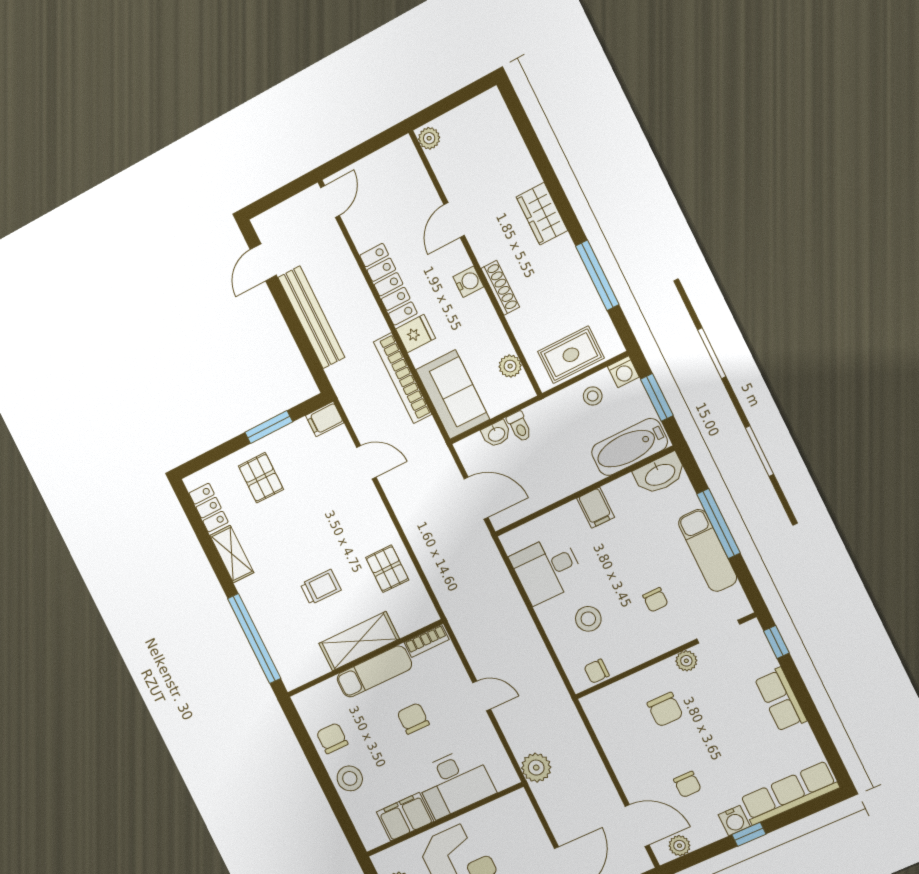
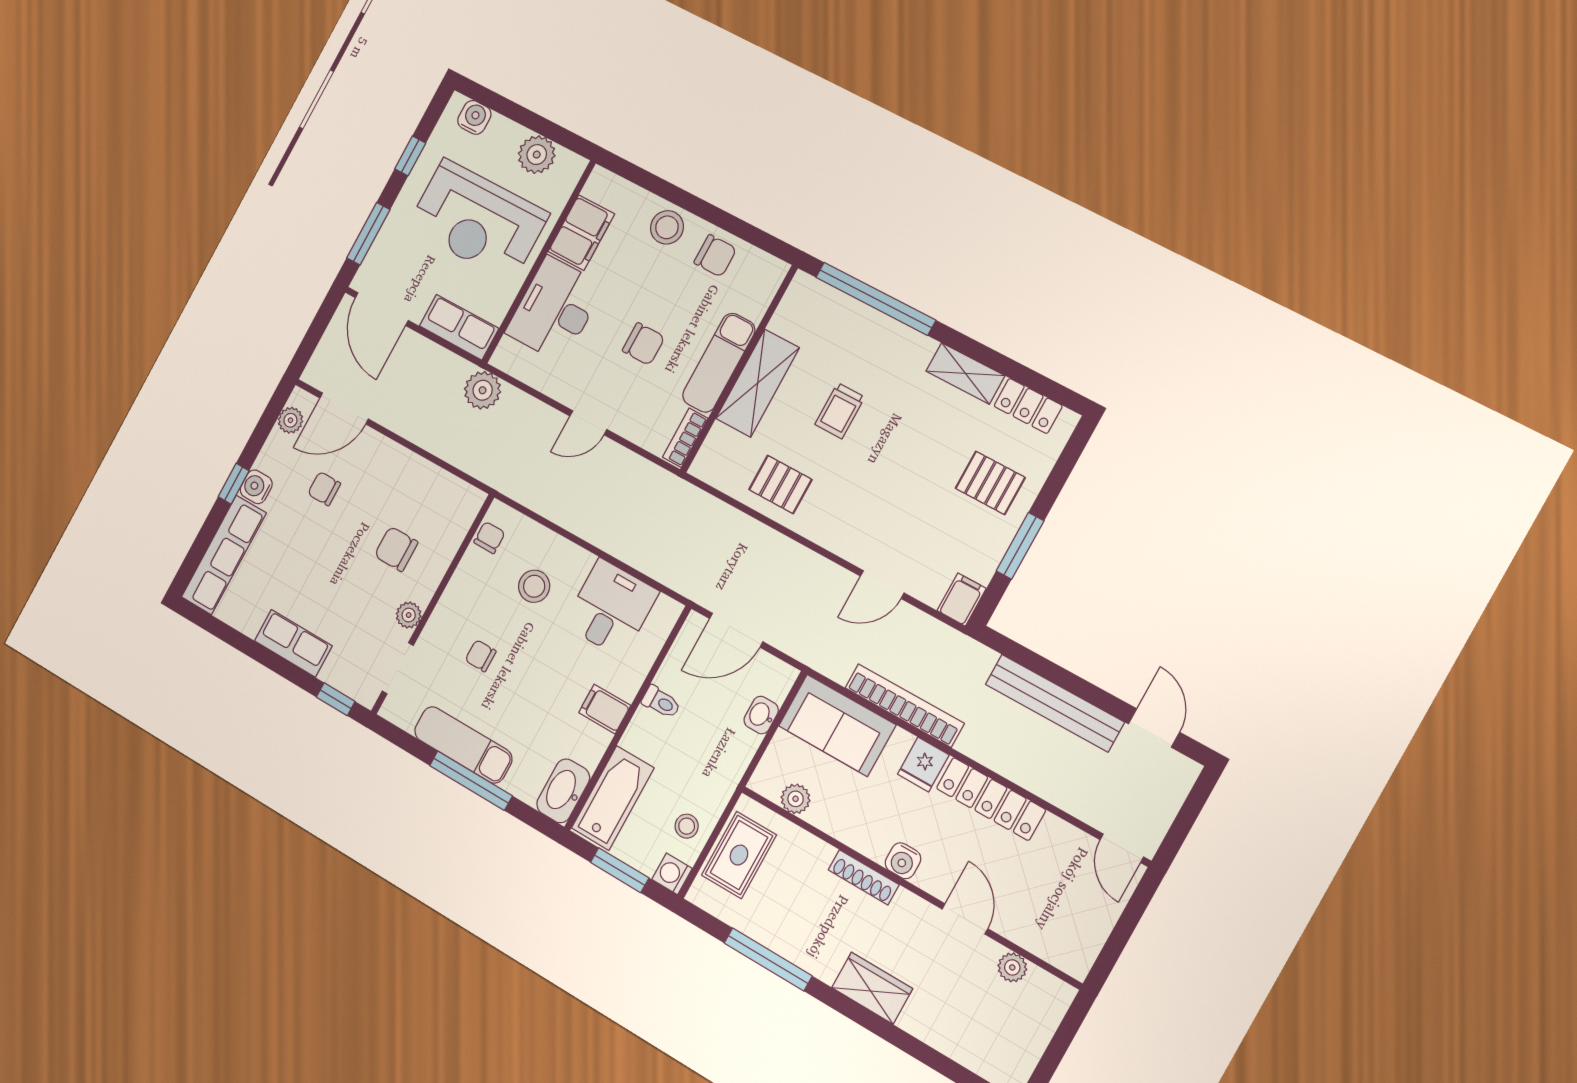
plant: (429, 138) -> (1012, 967), moved
toilet: (519, 427) -> (661, 702), moved, turned 180
row of seats: (524, 819) -> (459, 327), added

